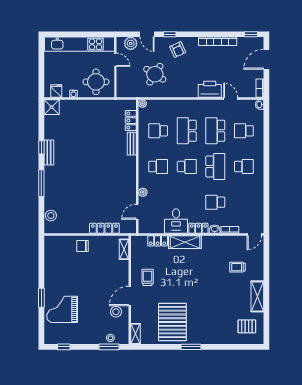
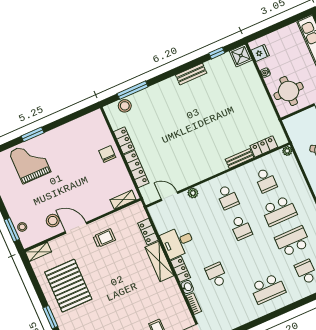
school desk: (158, 131) -> (266, 180), turned 180
school desk: (187, 131) -> (279, 211), turned 180
window: (41, 147) -> (217, 53), moved
school desk: (215, 166) -> (254, 258), removed
school desk: (244, 166) -> (268, 289), width x1.85
window: (41, 183) -> (133, 90), moved
locker: (78, 228) -> (124, 140), added
pallet: (172, 322) -> (68, 286), turned 90

